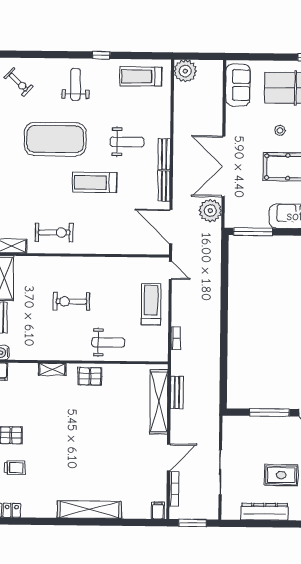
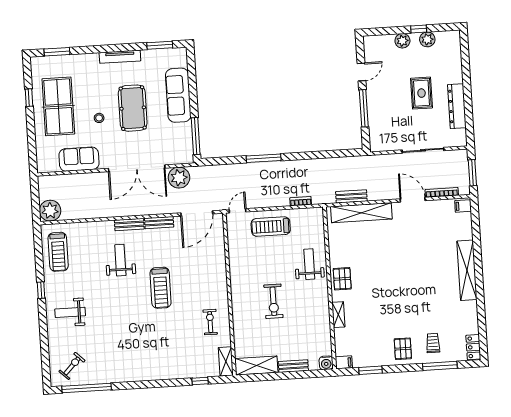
sofa: (238, 85) -> (79, 159), moved
exercise mat: (55, 139) -> (123, 328), removed
exercise bike: (54, 233) -> (210, 322), width x0.73, depth x0.72
window: (224, 302) -> (264, 158), added

